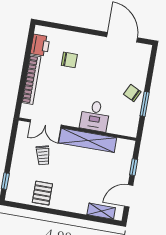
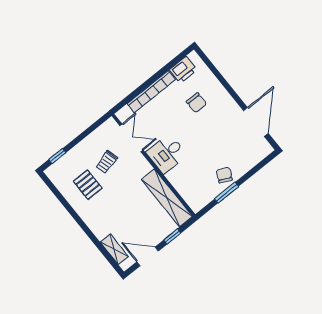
desk: (95, 116) -> (167, 154), moved
double door: (46, 124) -> (131, 138), swing flipped
shelving: (88, 140) -> (167, 198), moved
pallet: (42, 193) -> (88, 185), moved, turned 90

